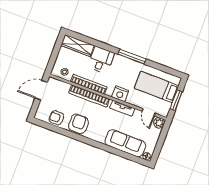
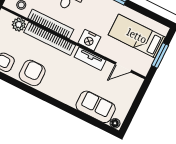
door: (149, 112) -> (123, 67), hinge flipped
plant: (159, 123) -> (19, 25), moved
sofa: (125, 143) -> (96, 107), width x0.73

